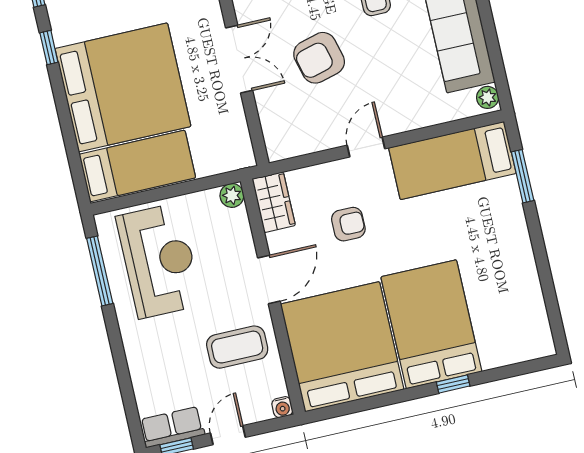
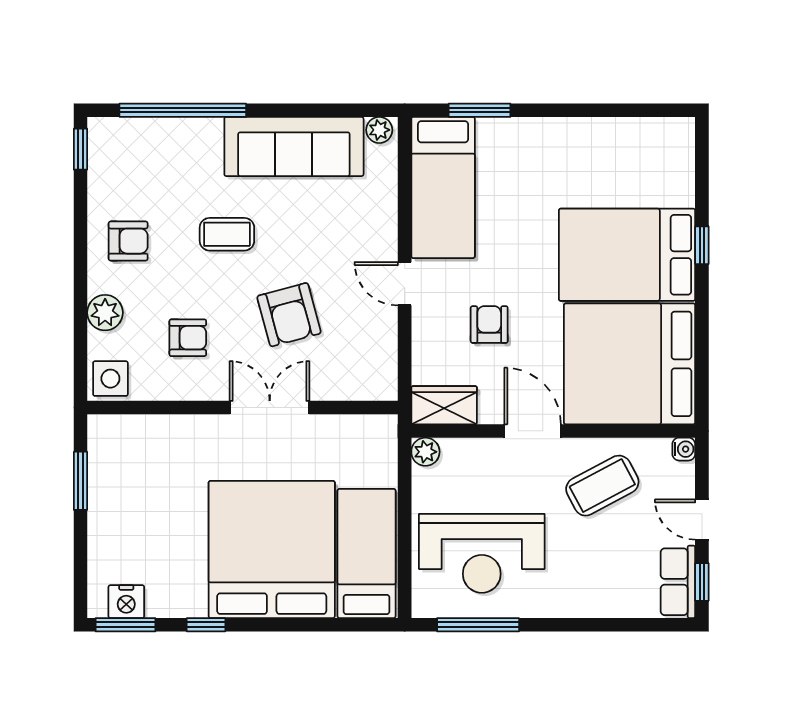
reception desk: (159, 261) -> (482, 553), turned 180
coffee table: (237, 347) -> (602, 486), turned 62

